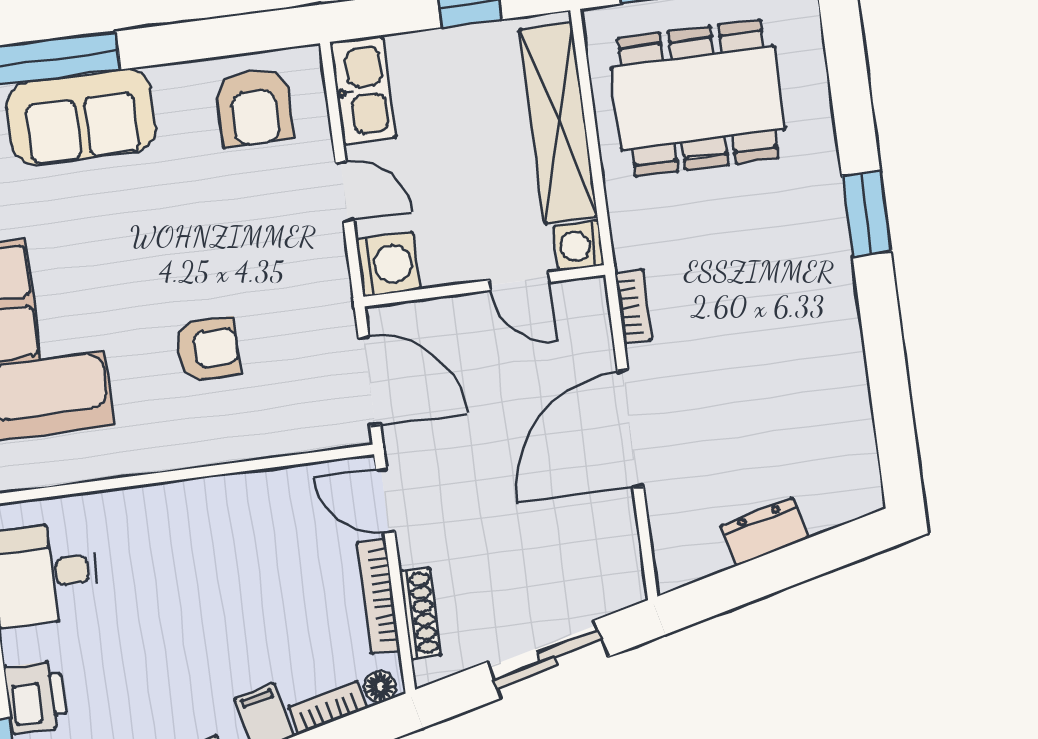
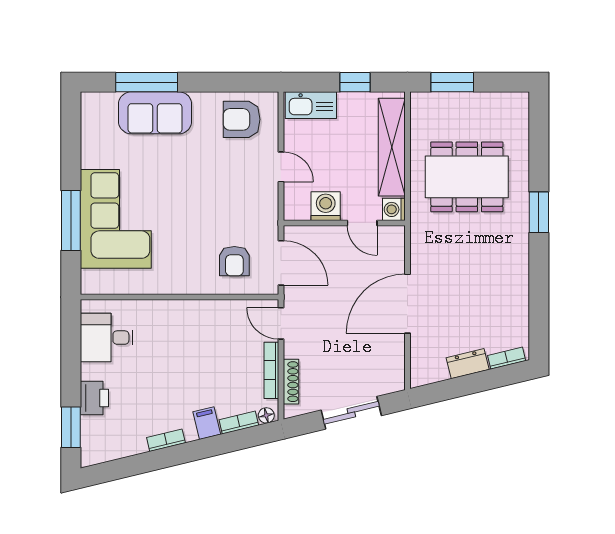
kitchen sink: (363, 91) -> (311, 105), moved, turned 90
dining table: (698, 98) -> (467, 177), moved
armchair: (254, 107) -> (242, 119), turned 90
washing machine: (388, 264) -> (326, 206), moved, turned -90
bookcase: (634, 306) -> (507, 358), moved, turned -104
armchair: (208, 349) -> (234, 261), moved, turned 90

